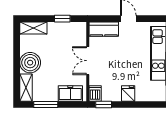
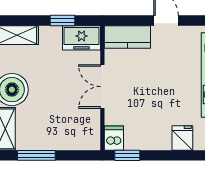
freezer: (70, 93) -> (82, 38), moved, turned 180
fridge: (128, 93) -> (182, 138), moved

